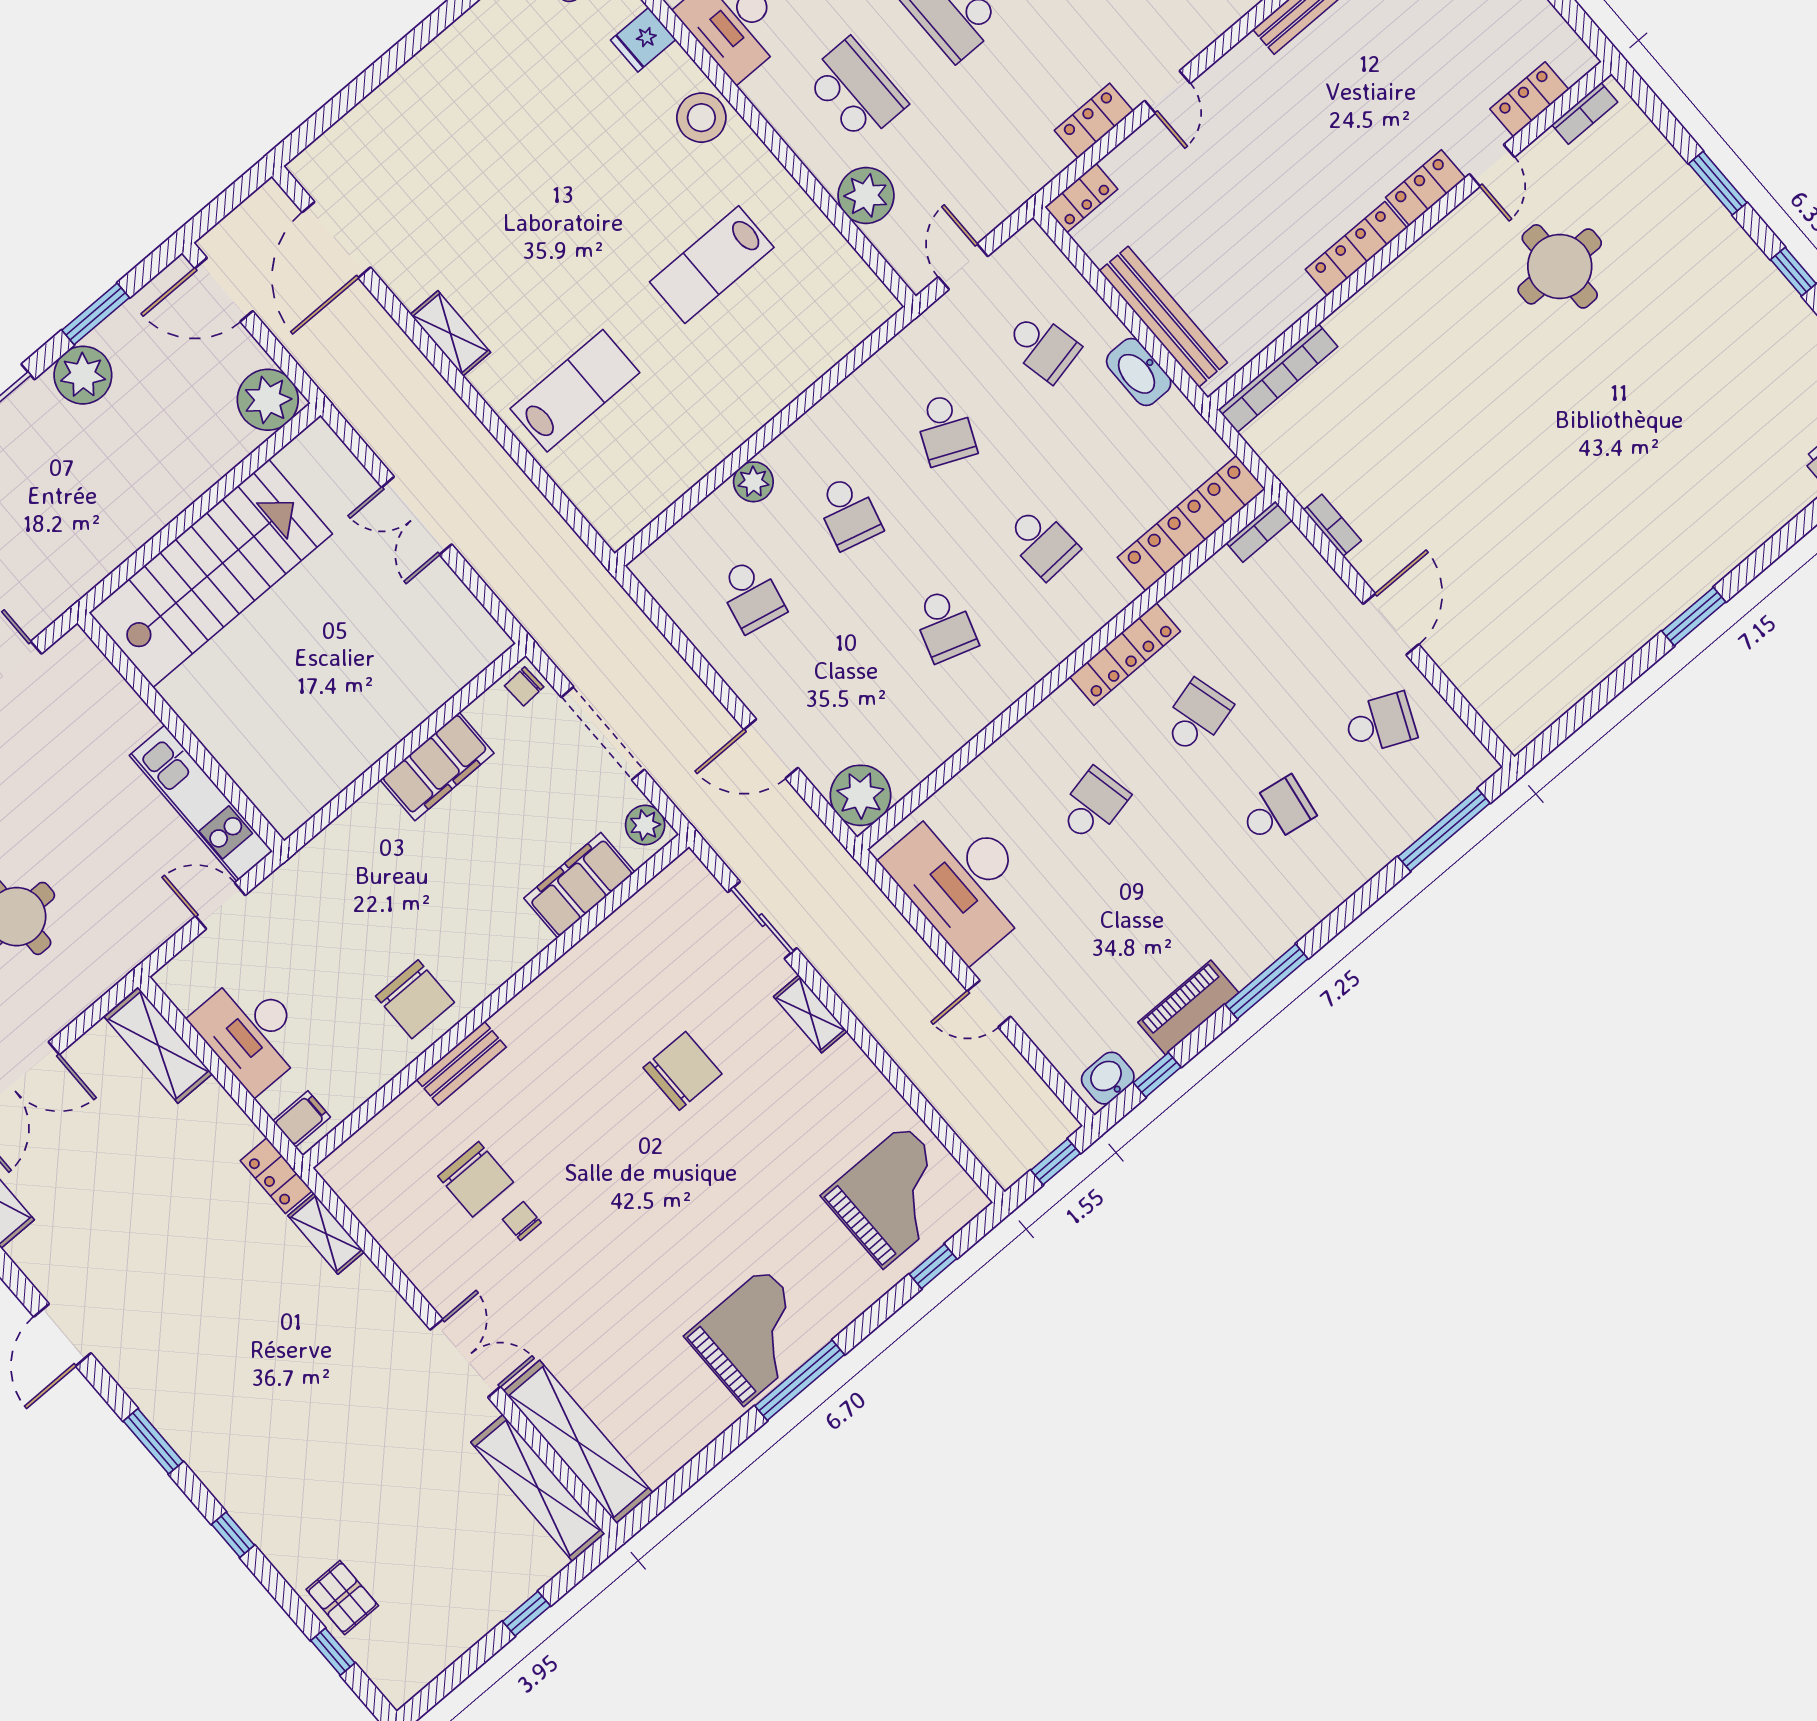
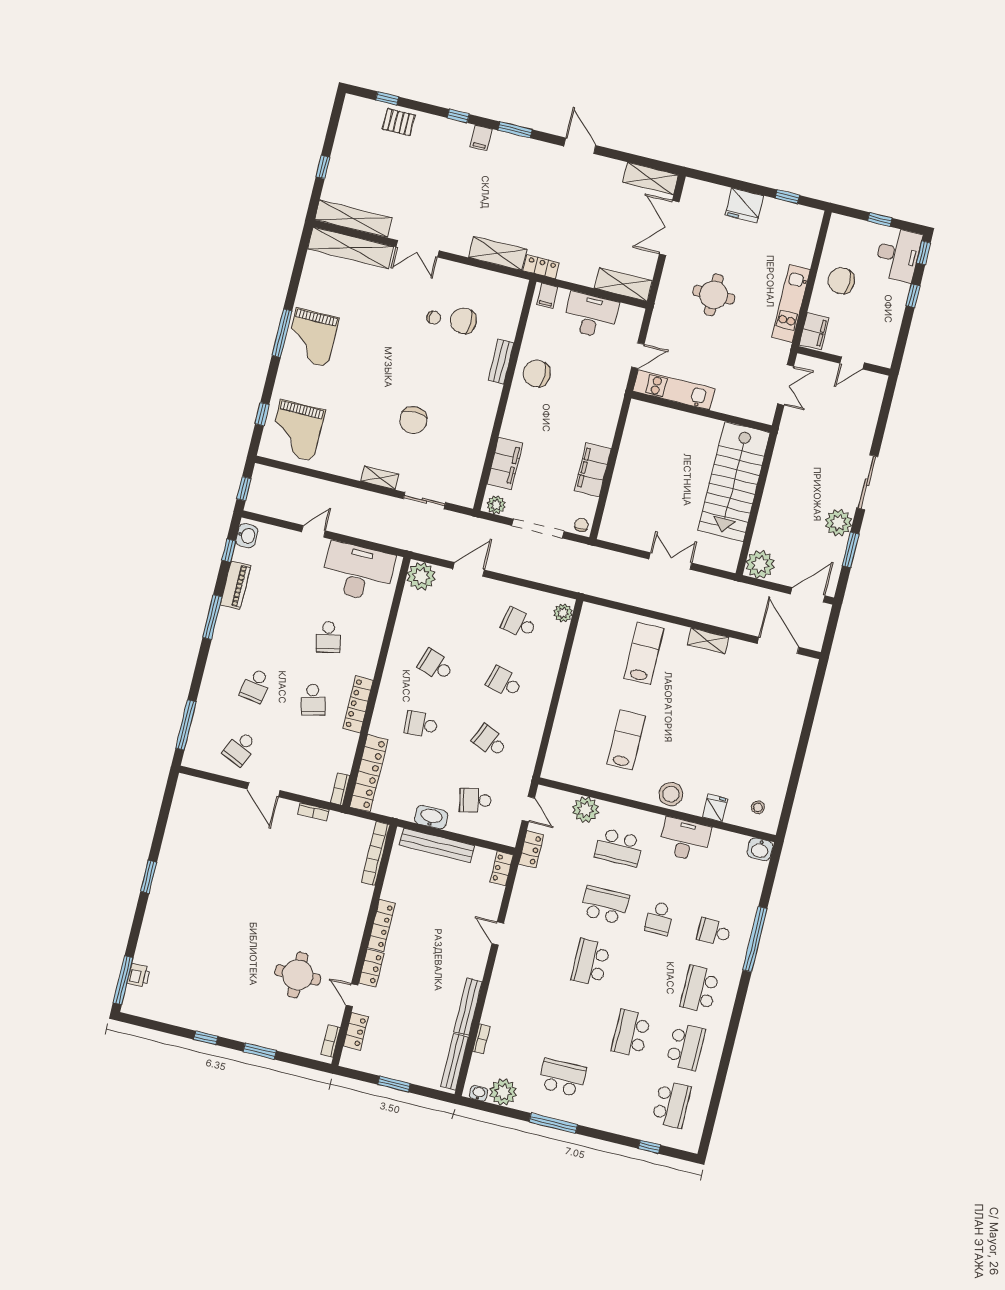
locker: (1094, 121) -> (531, 849), moved
lab bench: (575, 391) -> (644, 653), turned 180
plant: (753, 482) -> (563, 613), moved
shelving: (326, 1234) -> (498, 253), width x1.50, depth x1.33
filing cabinet: (221, 1469) -> (481, 138), added

